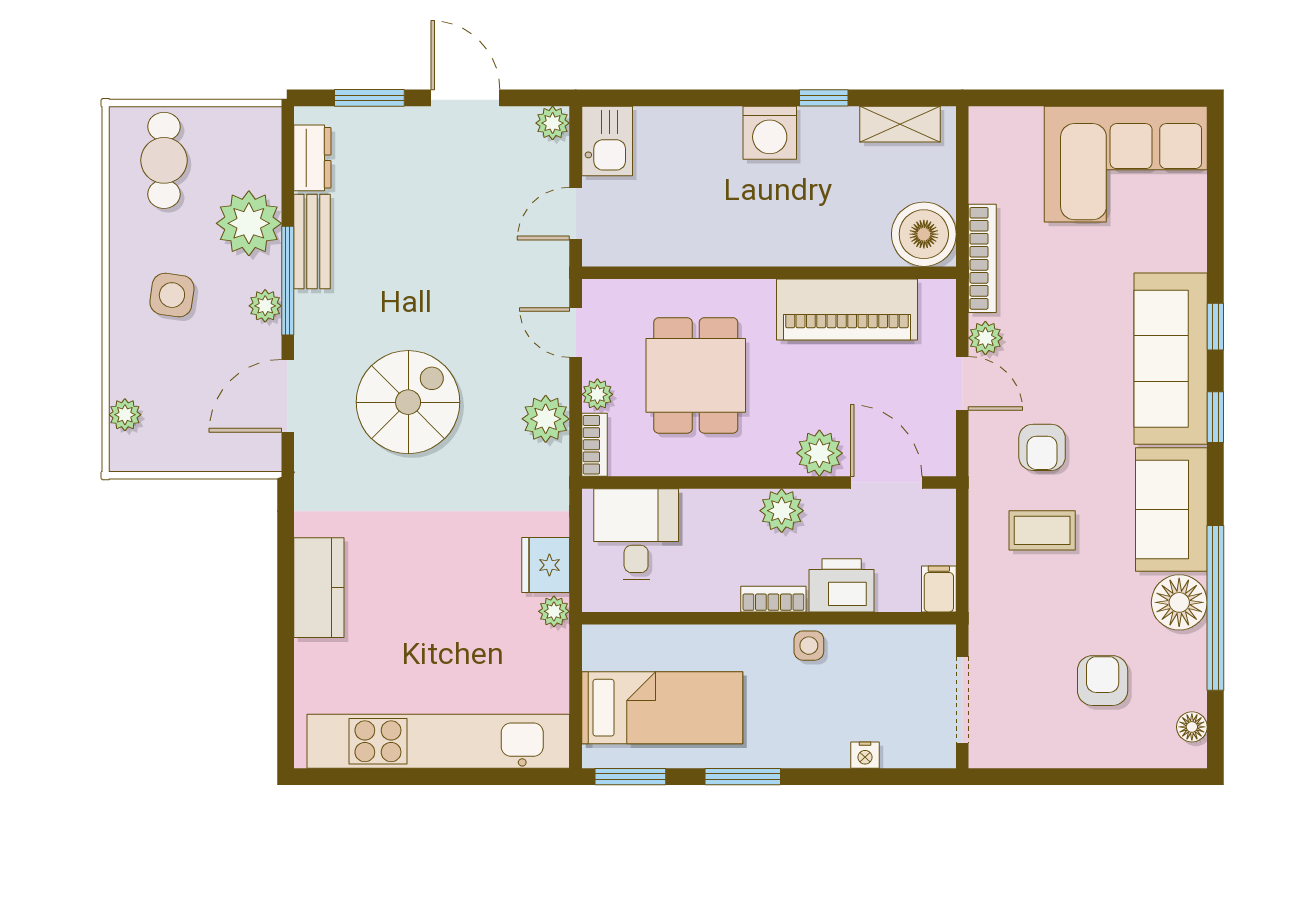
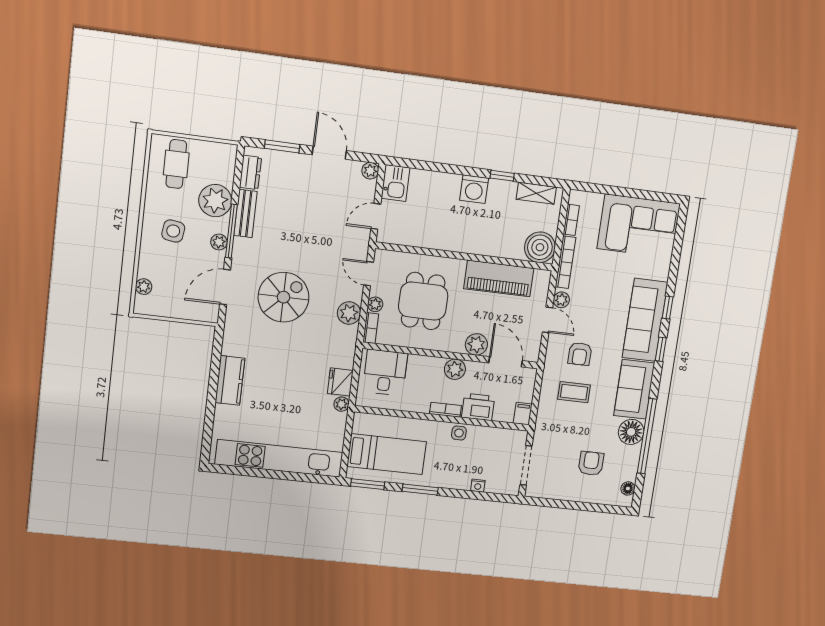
bookcase: (981, 169) -> (571, 220), added

